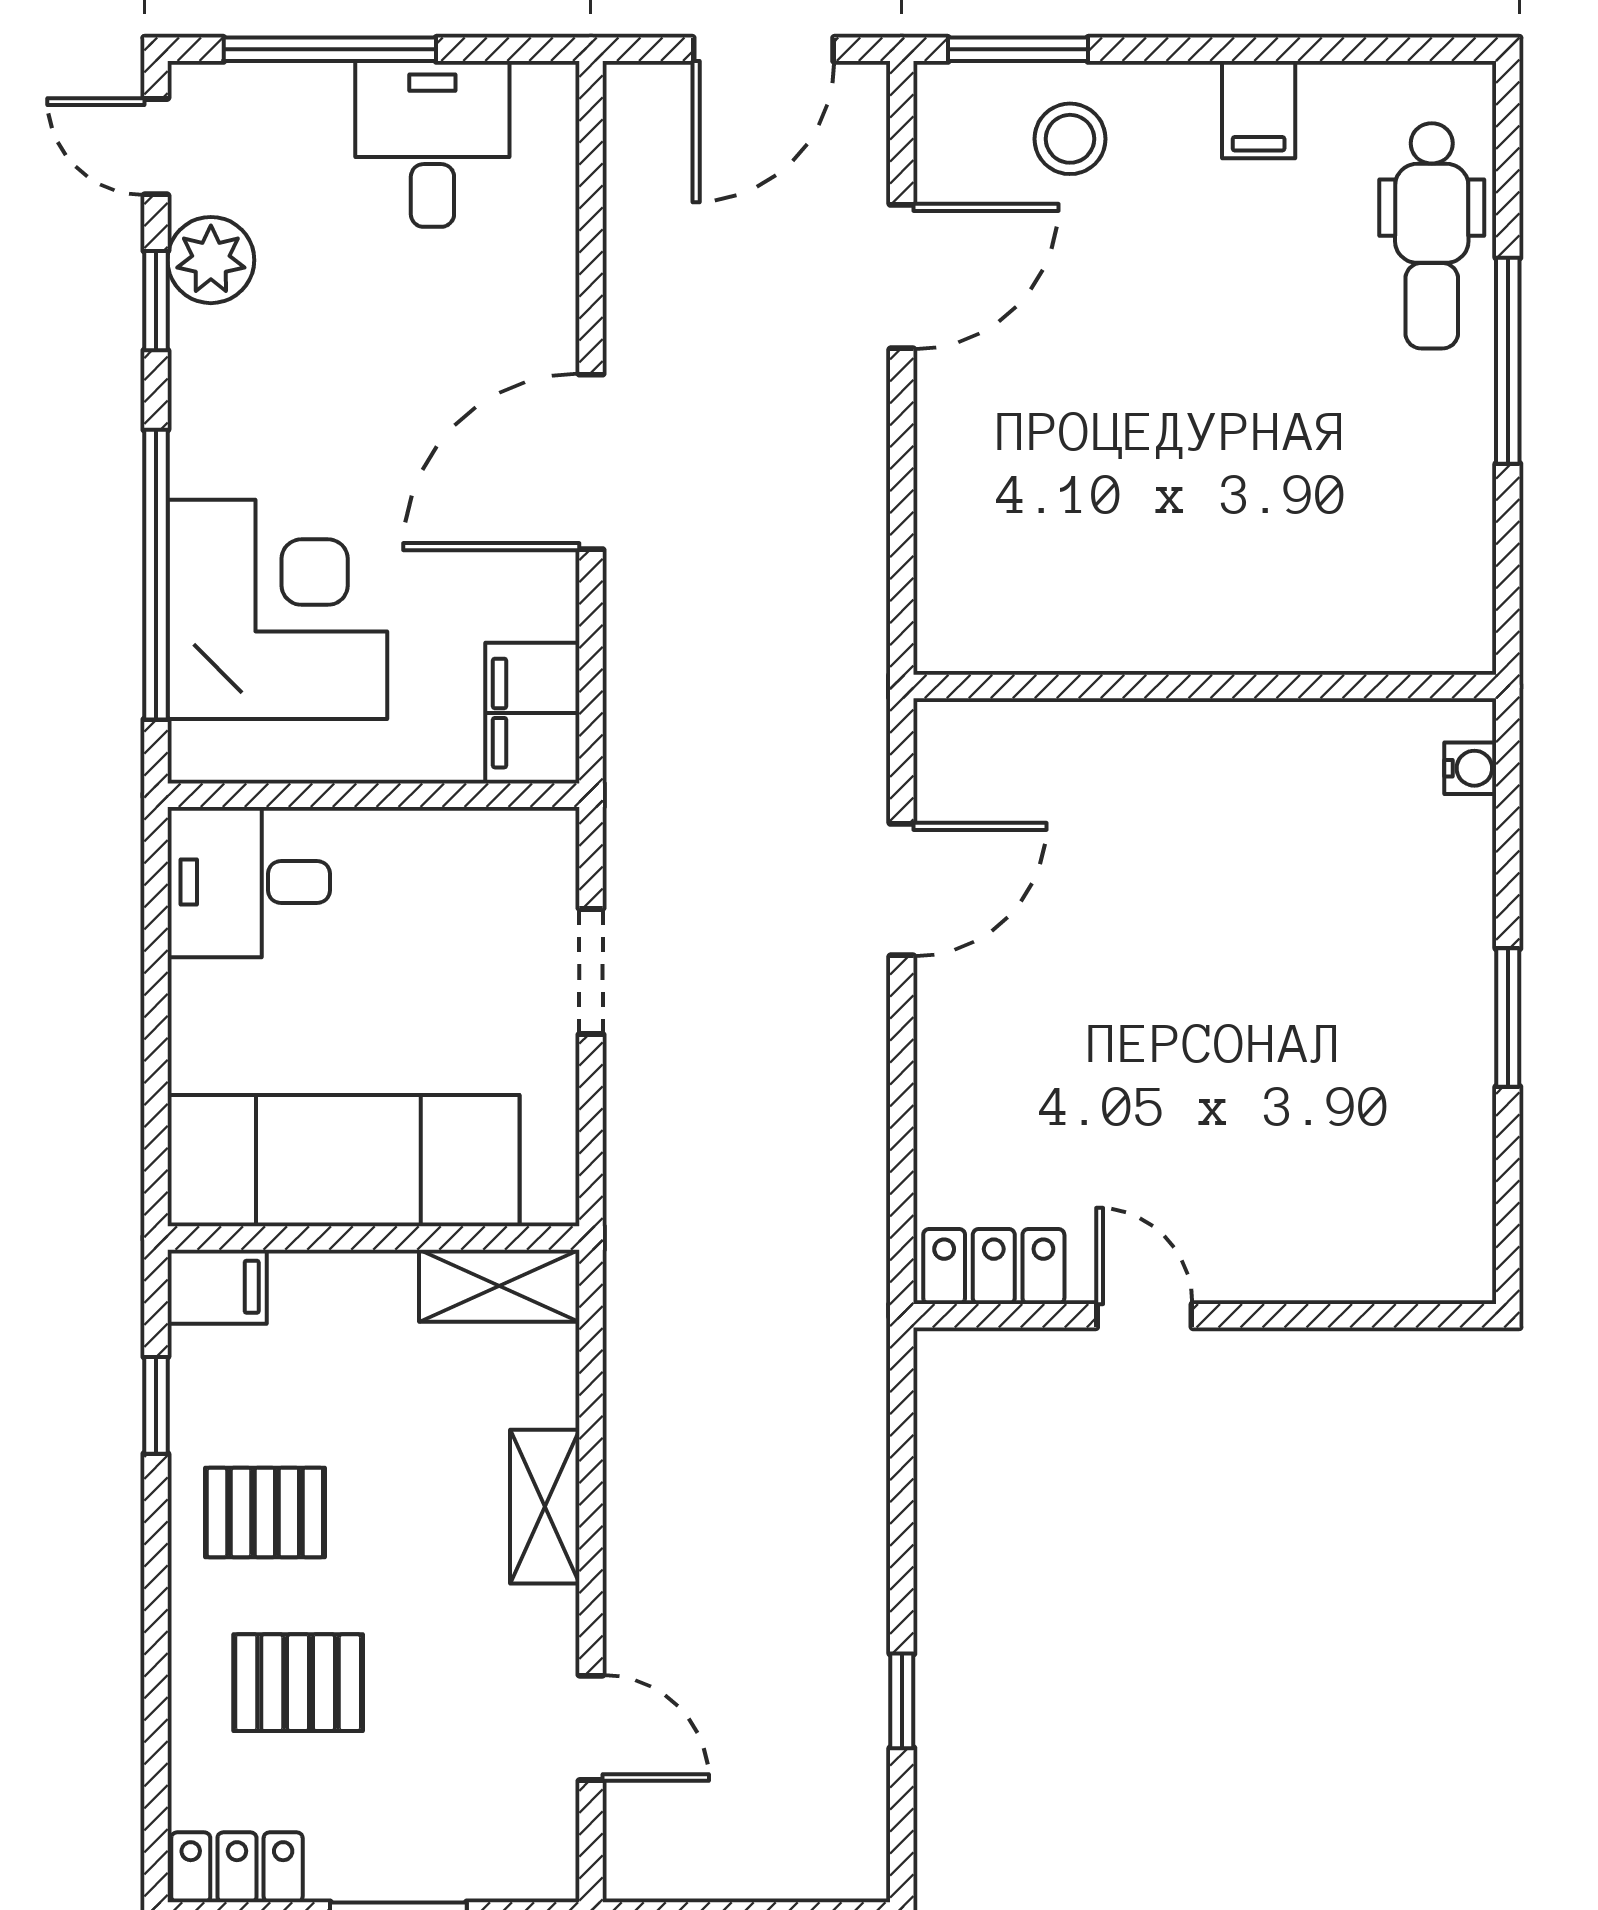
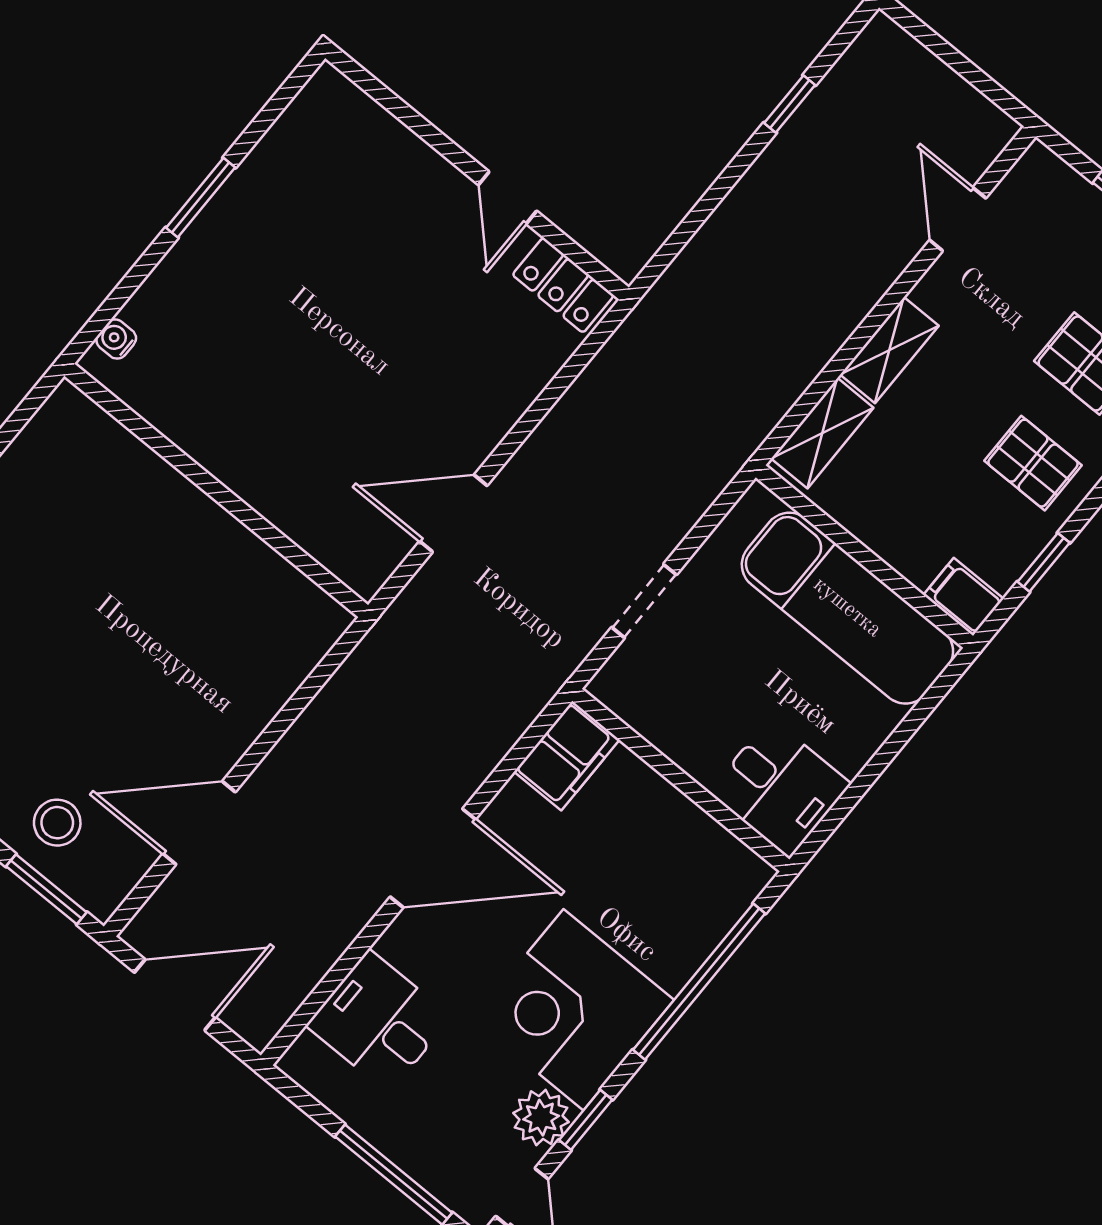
desk: (432, 144) -> (379, 1021), moved, turned 90
corner desk: (277, 609) -> (574, 1010), moved
shelving: (499, 1286) -> (822, 433), moved, turned 90

